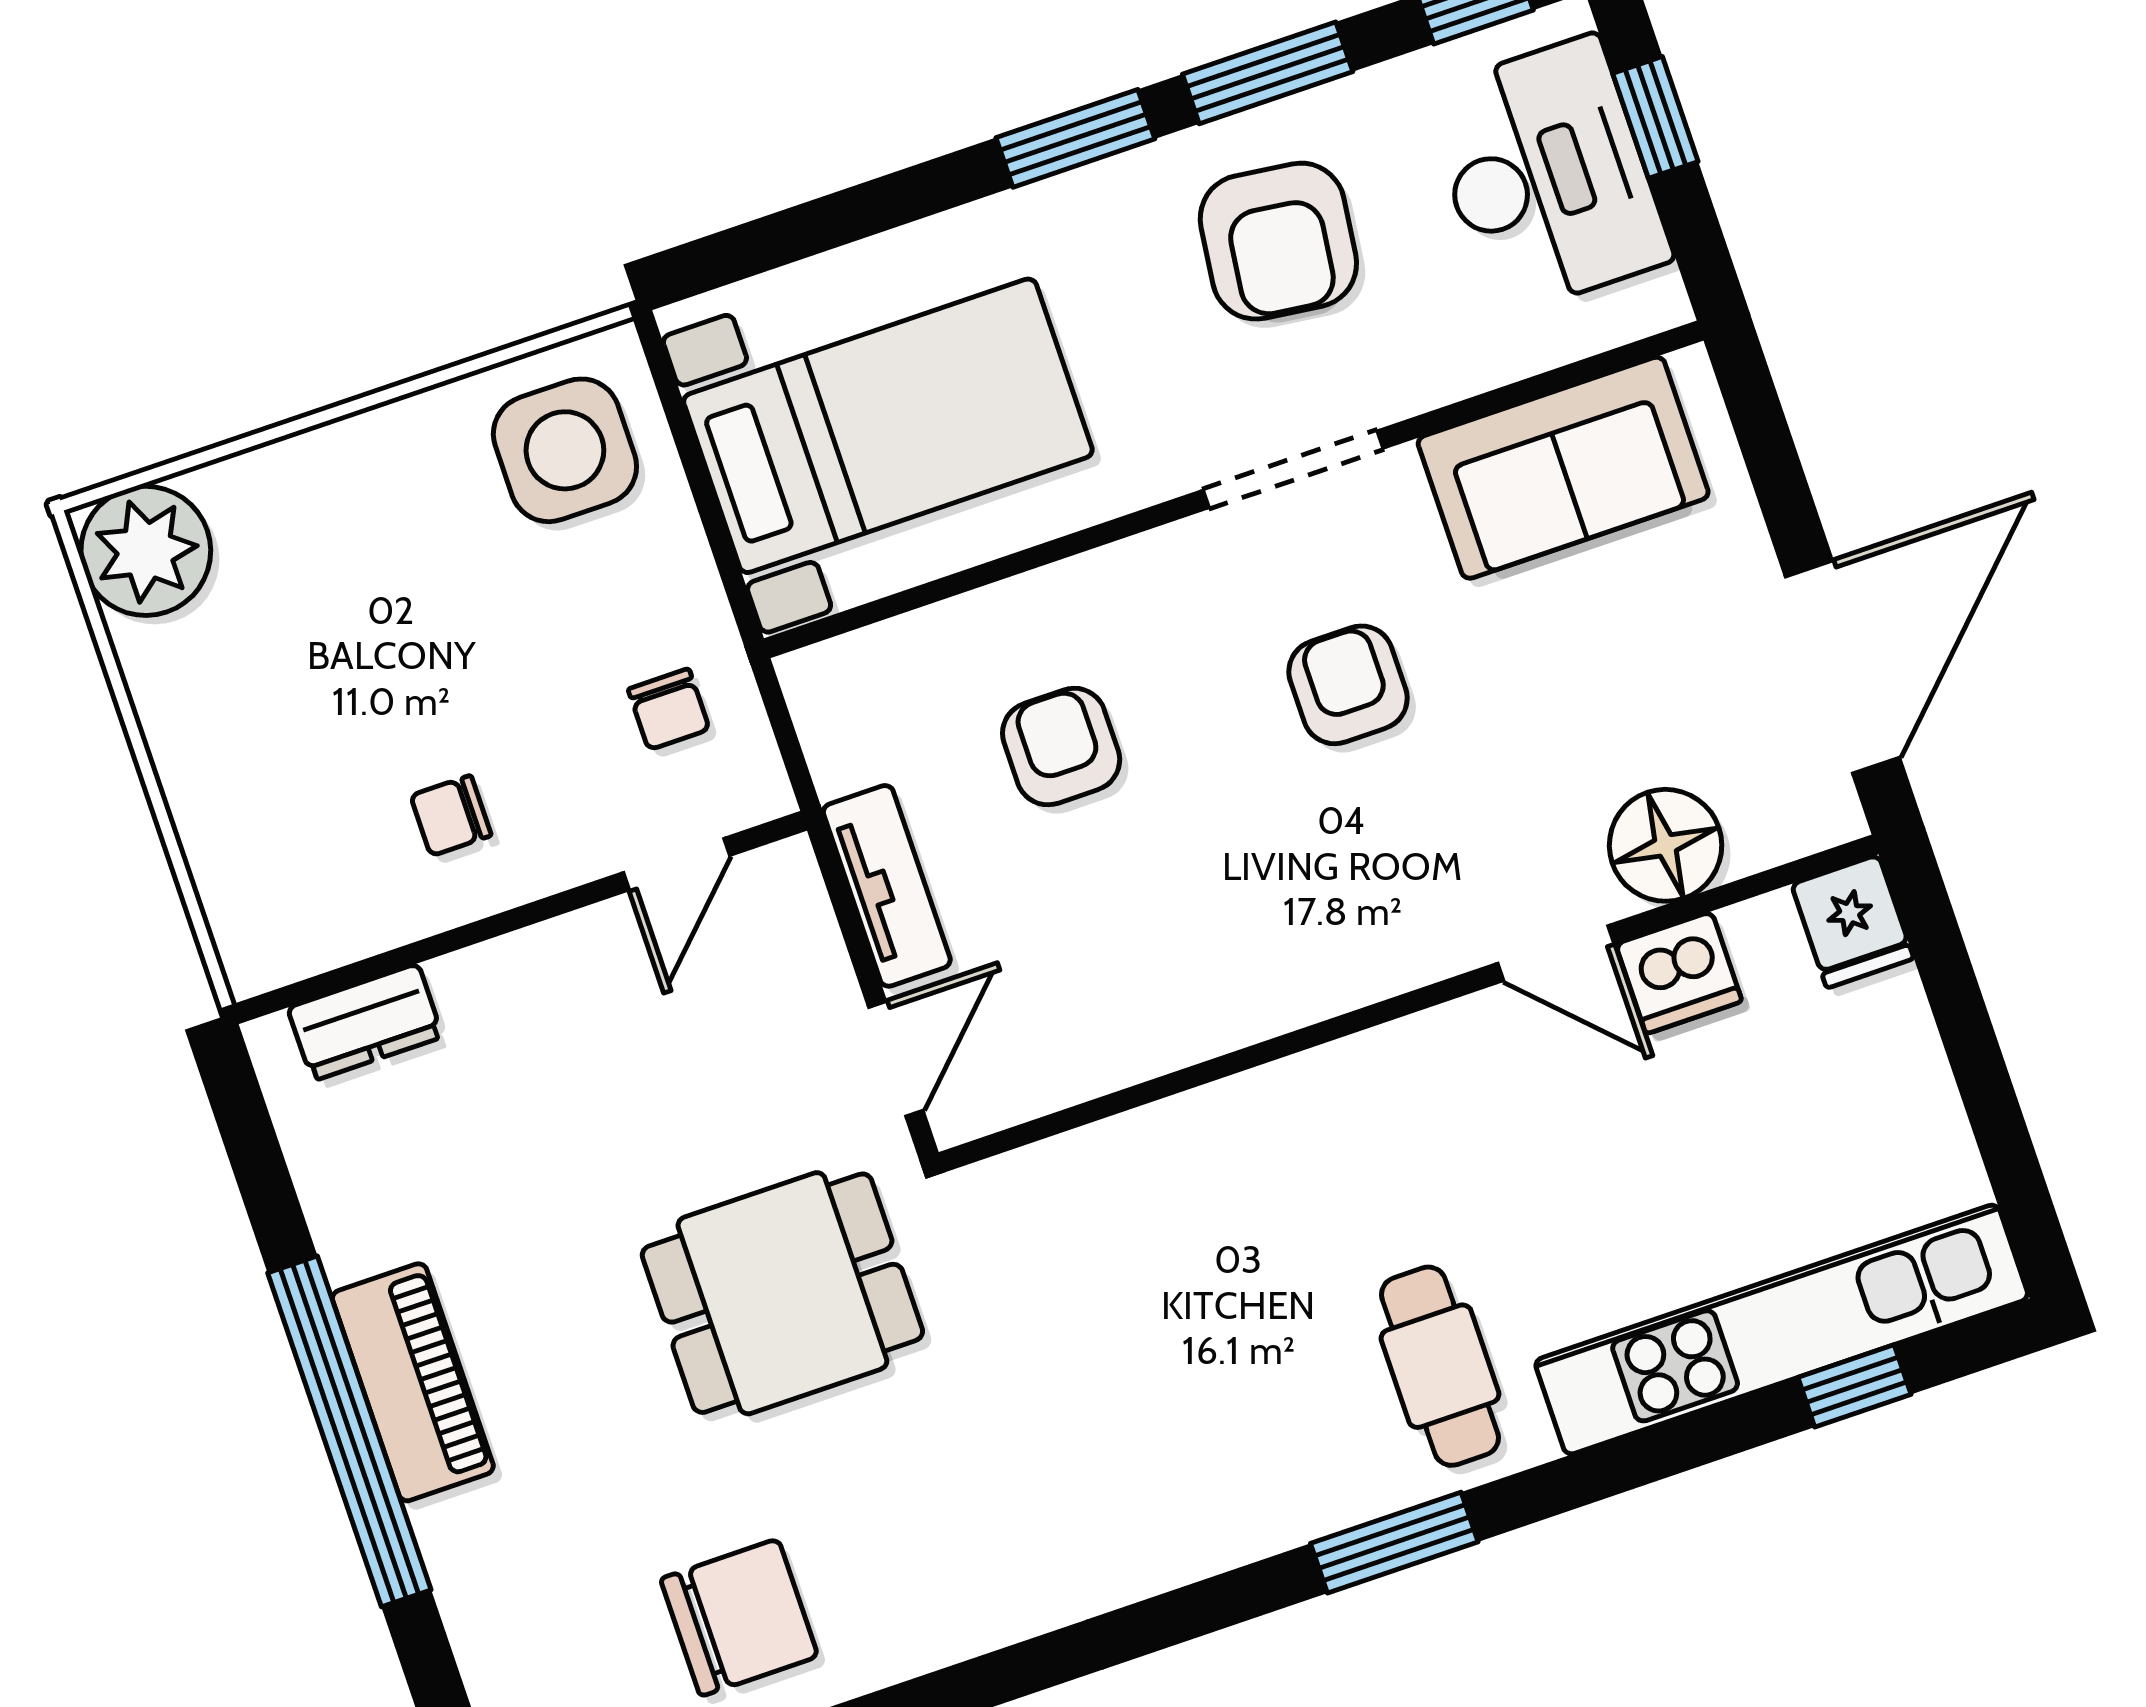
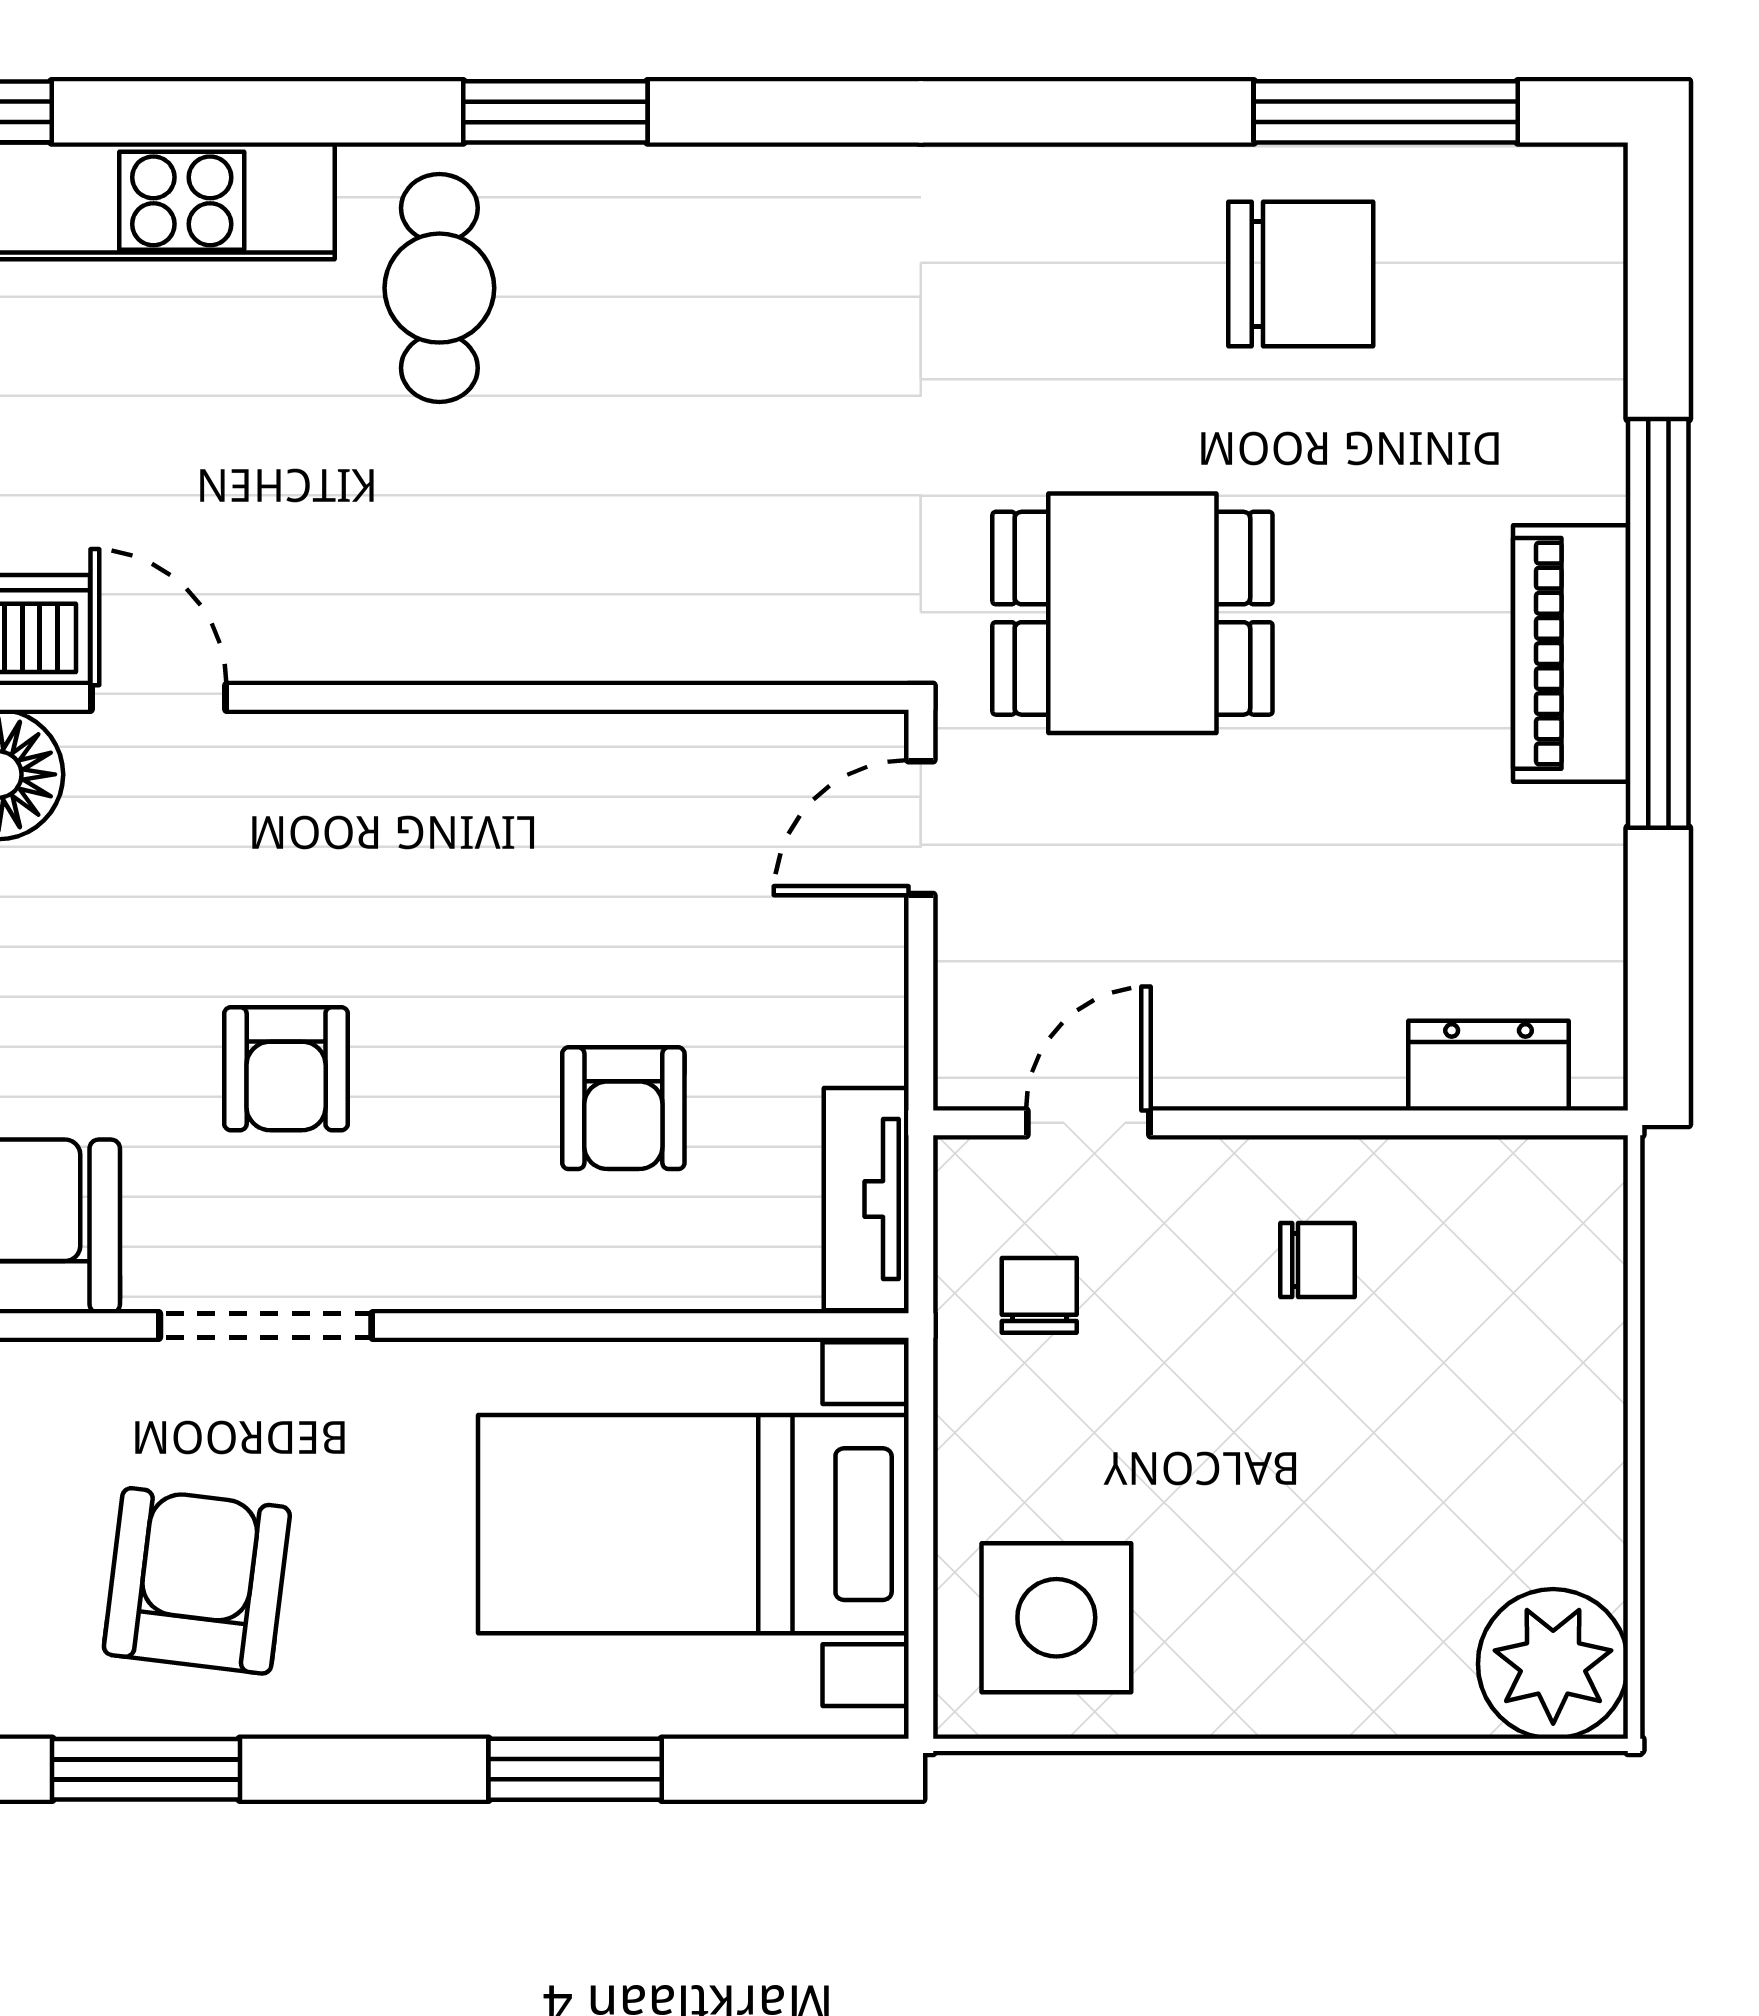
window: (1075, 138) -> (575, 1769), moved
tv unit: (887, 886) -> (866, 1199), moved
chair: (739, 1618) -> (1301, 274), turned 180

